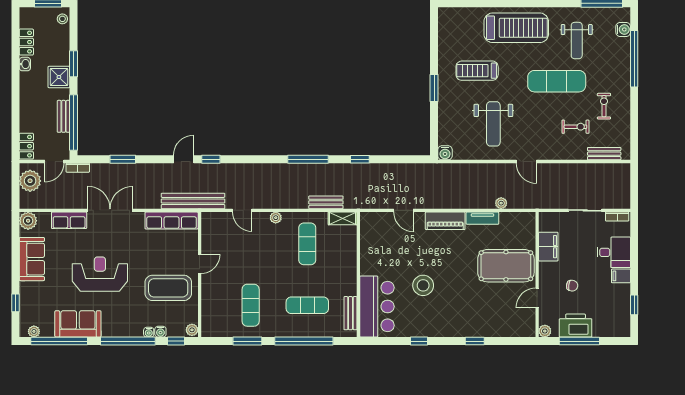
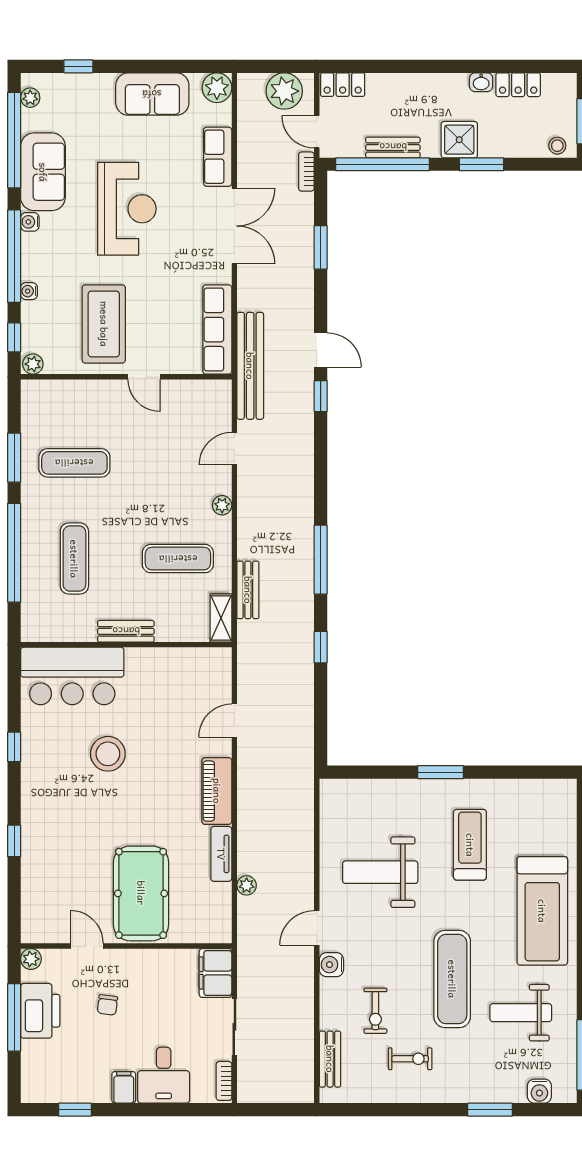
window: (634, 59) -> (490, 1110), width x0.47
water cooler: (445, 153) -> (331, 965), moved
filing cabinet: (548, 247) -> (215, 973), moved, turned 90
bench: (350, 313) -> (126, 631), moved
water cooler: (160, 332) -> (30, 222), moved

